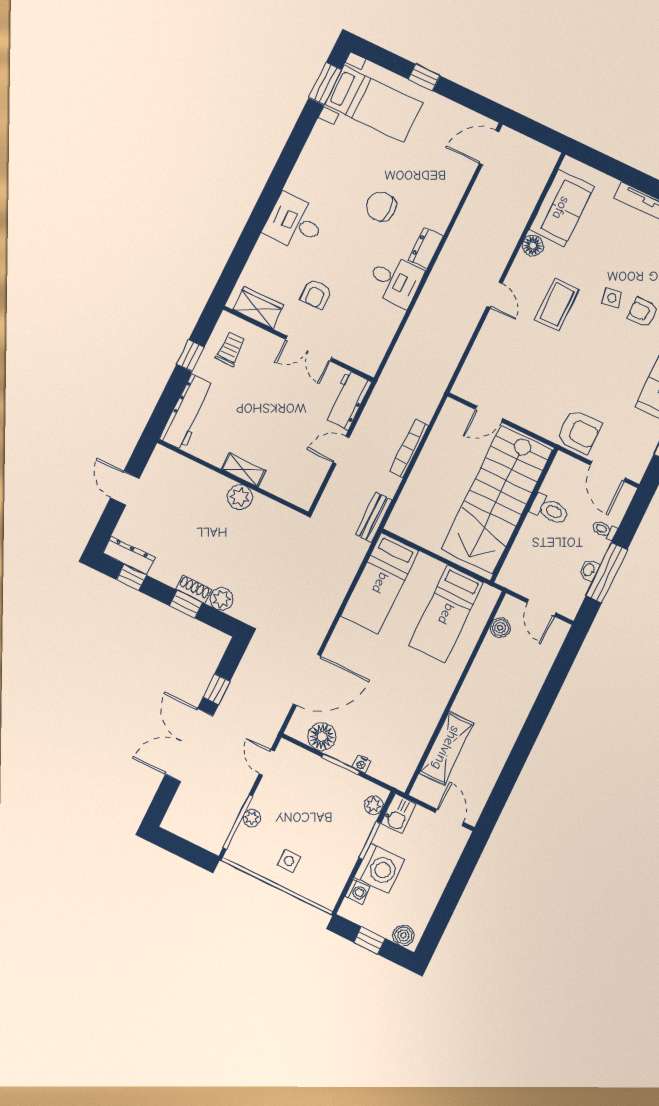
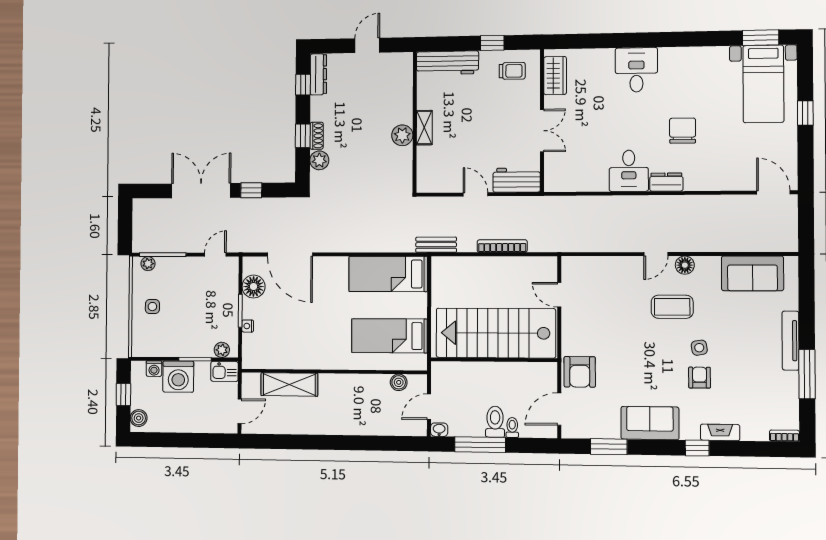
floor lamp: (533, 246) -> (685, 265), moved
armchair: (316, 294) -> (588, 115), removed
double door: (309, 349) -> (542, 131), swing flipped
toilet: (549, 509) -> (495, 422), moved, turned 180
washbasin: (589, 570) -> (439, 430), moved
plant: (252, 818) -> (148, 264), moved

